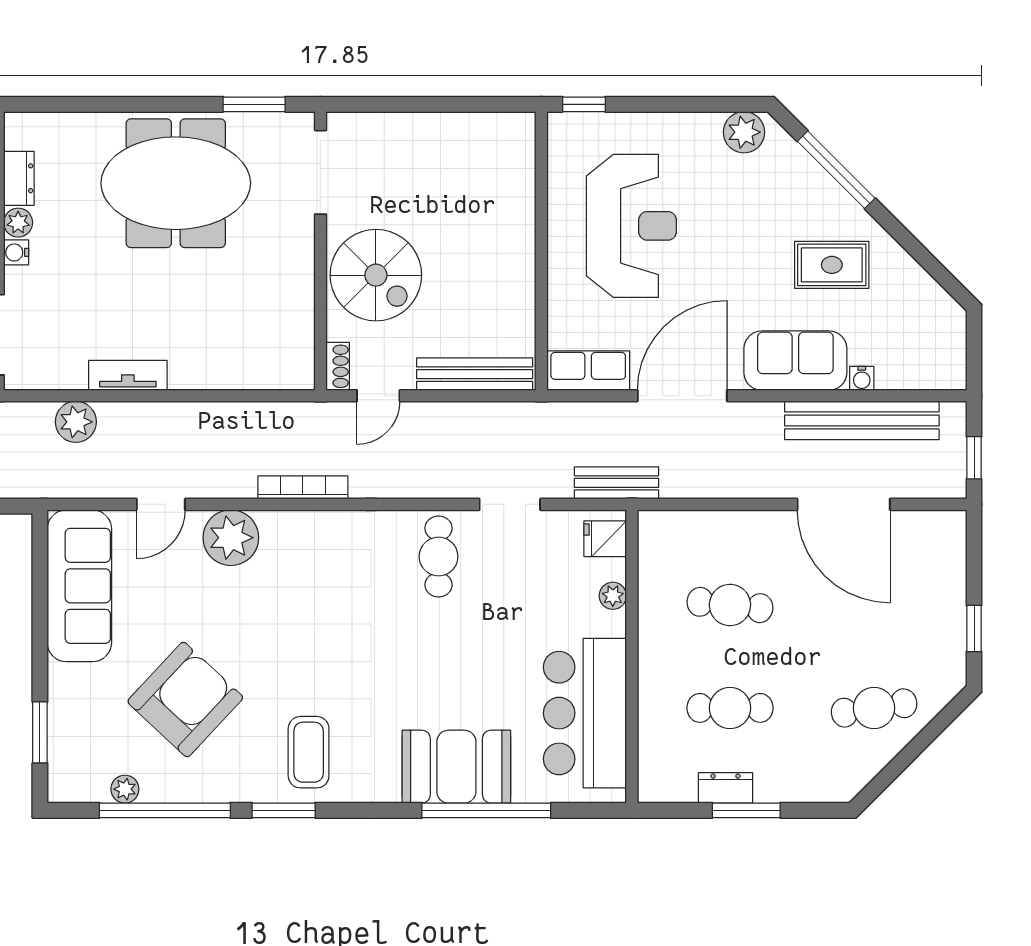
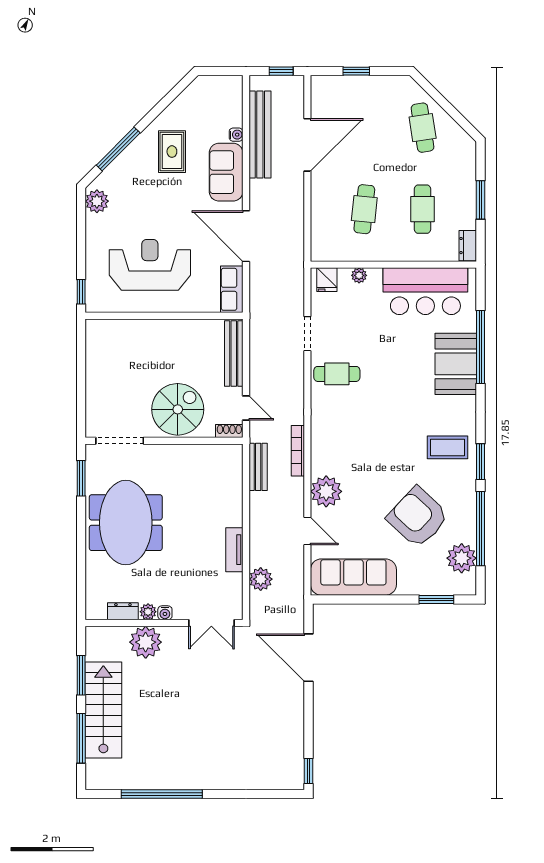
bench: (617, 483) -> (258, 467), moved
window: (974, 629) -> (356, 71), moved
dresser: (725, 788) -> (468, 246), moved
plant: (125, 789) -> (462, 558), width x1.87, depth x1.87

